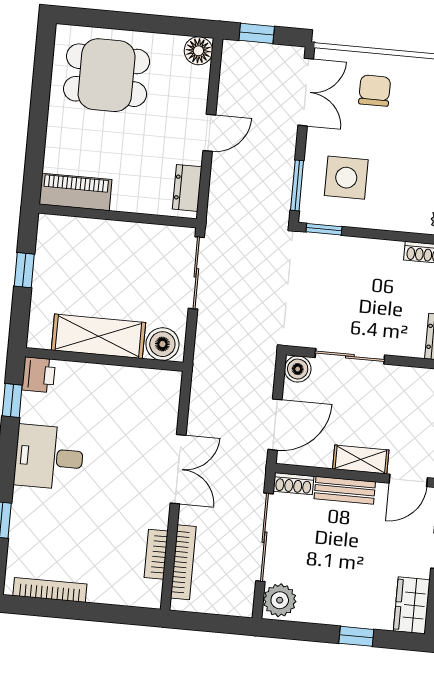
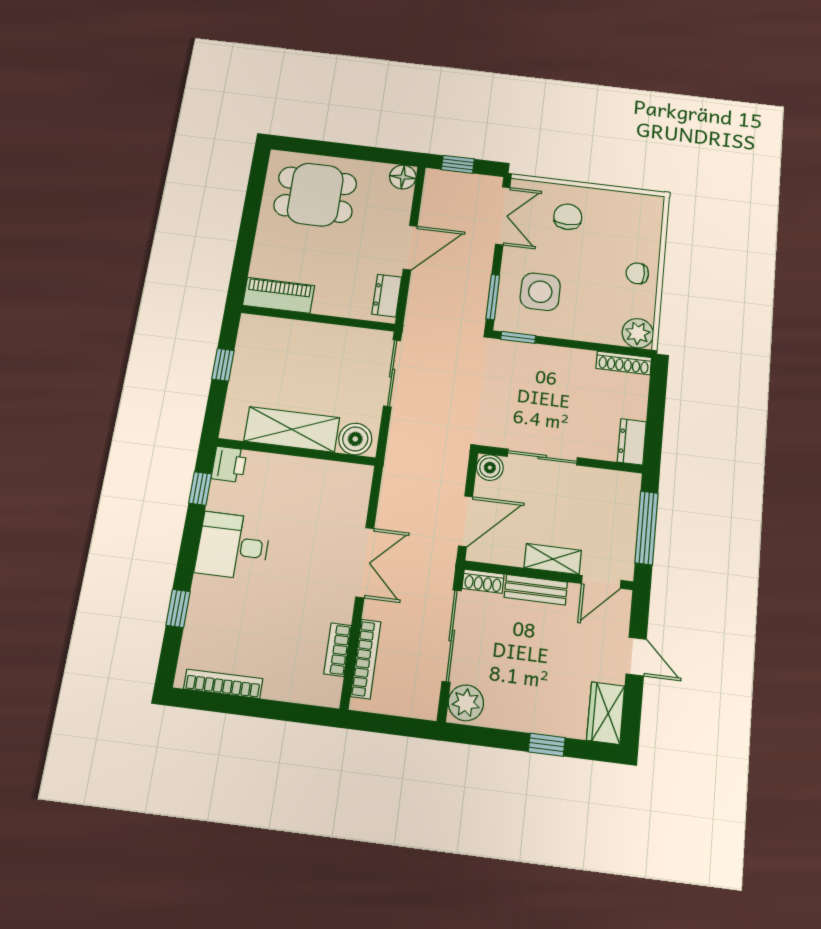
door: (209, 133) -> (410, 248), width x1.38

